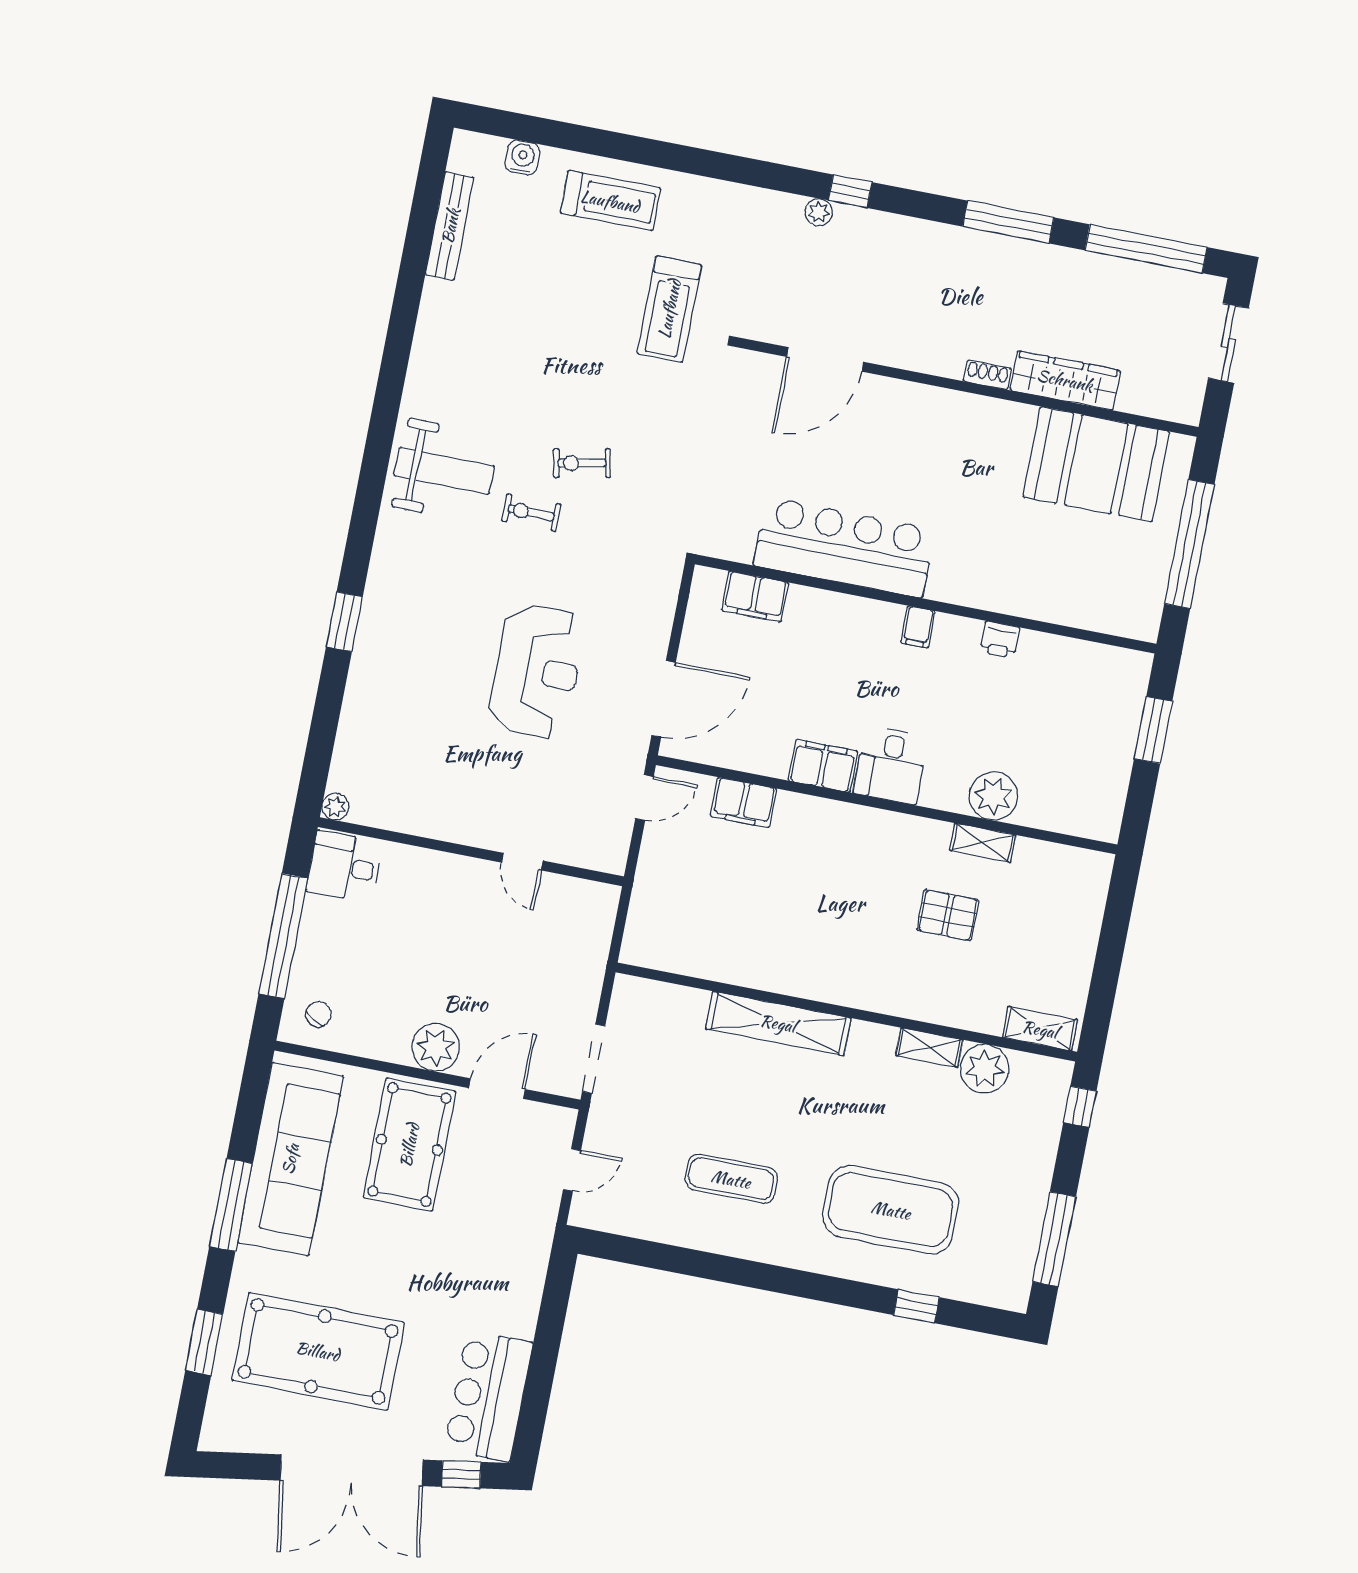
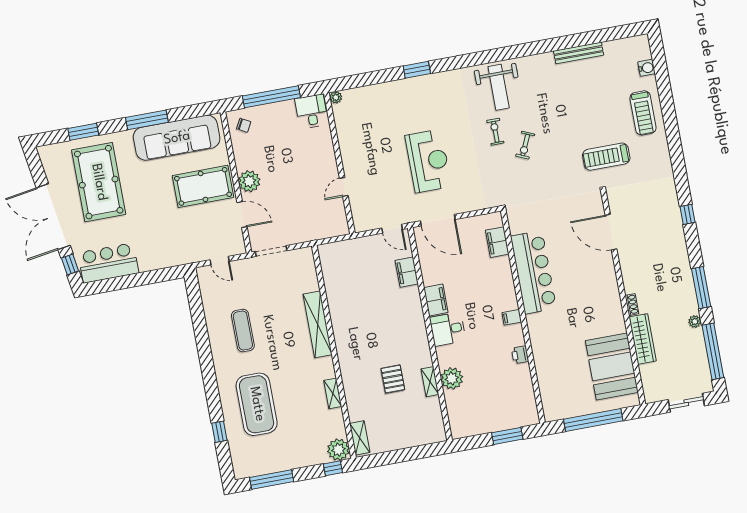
plant: (819, 212) -> (695, 322), moved
bench: (450, 226) -> (579, 53), moved
exercise bike: (582, 463) -> (525, 145), turned -145
reception desk: (537, 671) -> (428, 161), turned -90
plant: (985, 1069) -> (338, 450), moved

